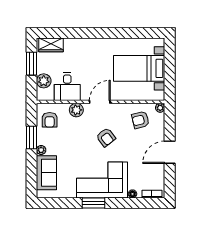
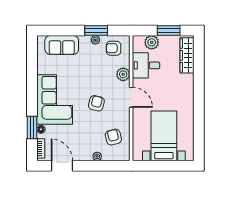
wardrobe: (51, 45) -> (187, 55), width x1.50
plant: (160, 108) -> (97, 156), moved
armchair: (106, 137) -> (96, 103), turned 142
plant: (41, 150) -> (95, 40), moved
door: (170, 152) -> (62, 166), moved
window: (93, 203) -> (32, 127), moved

